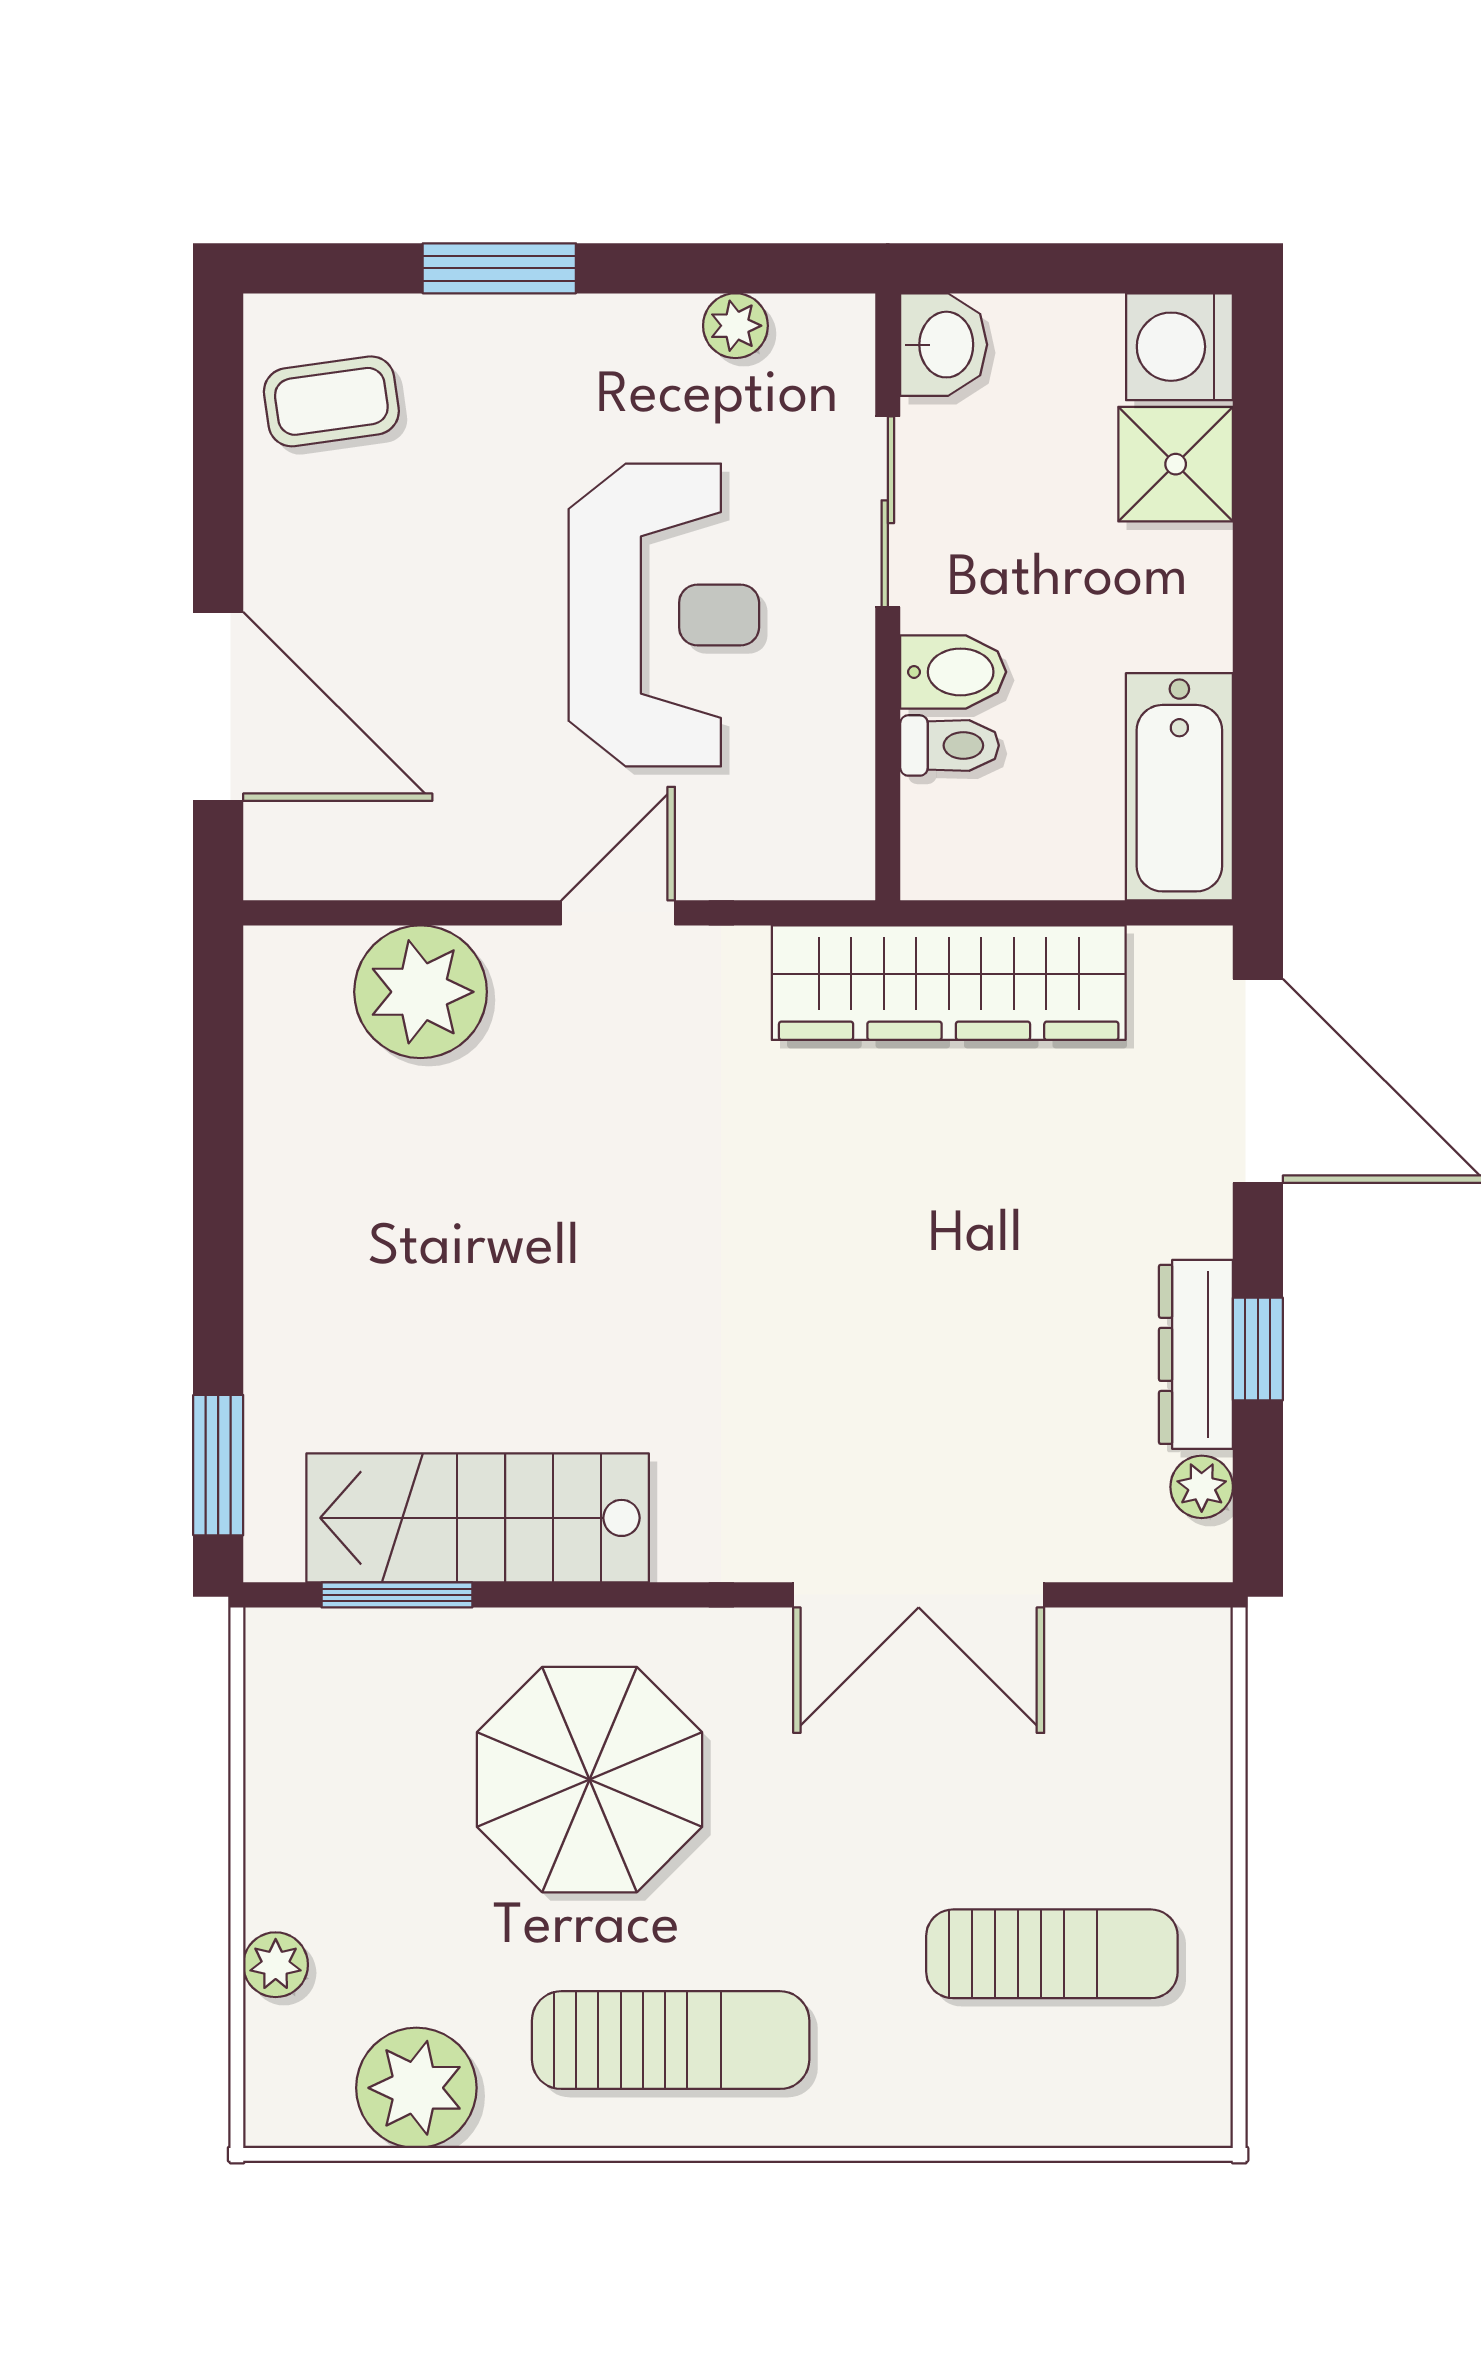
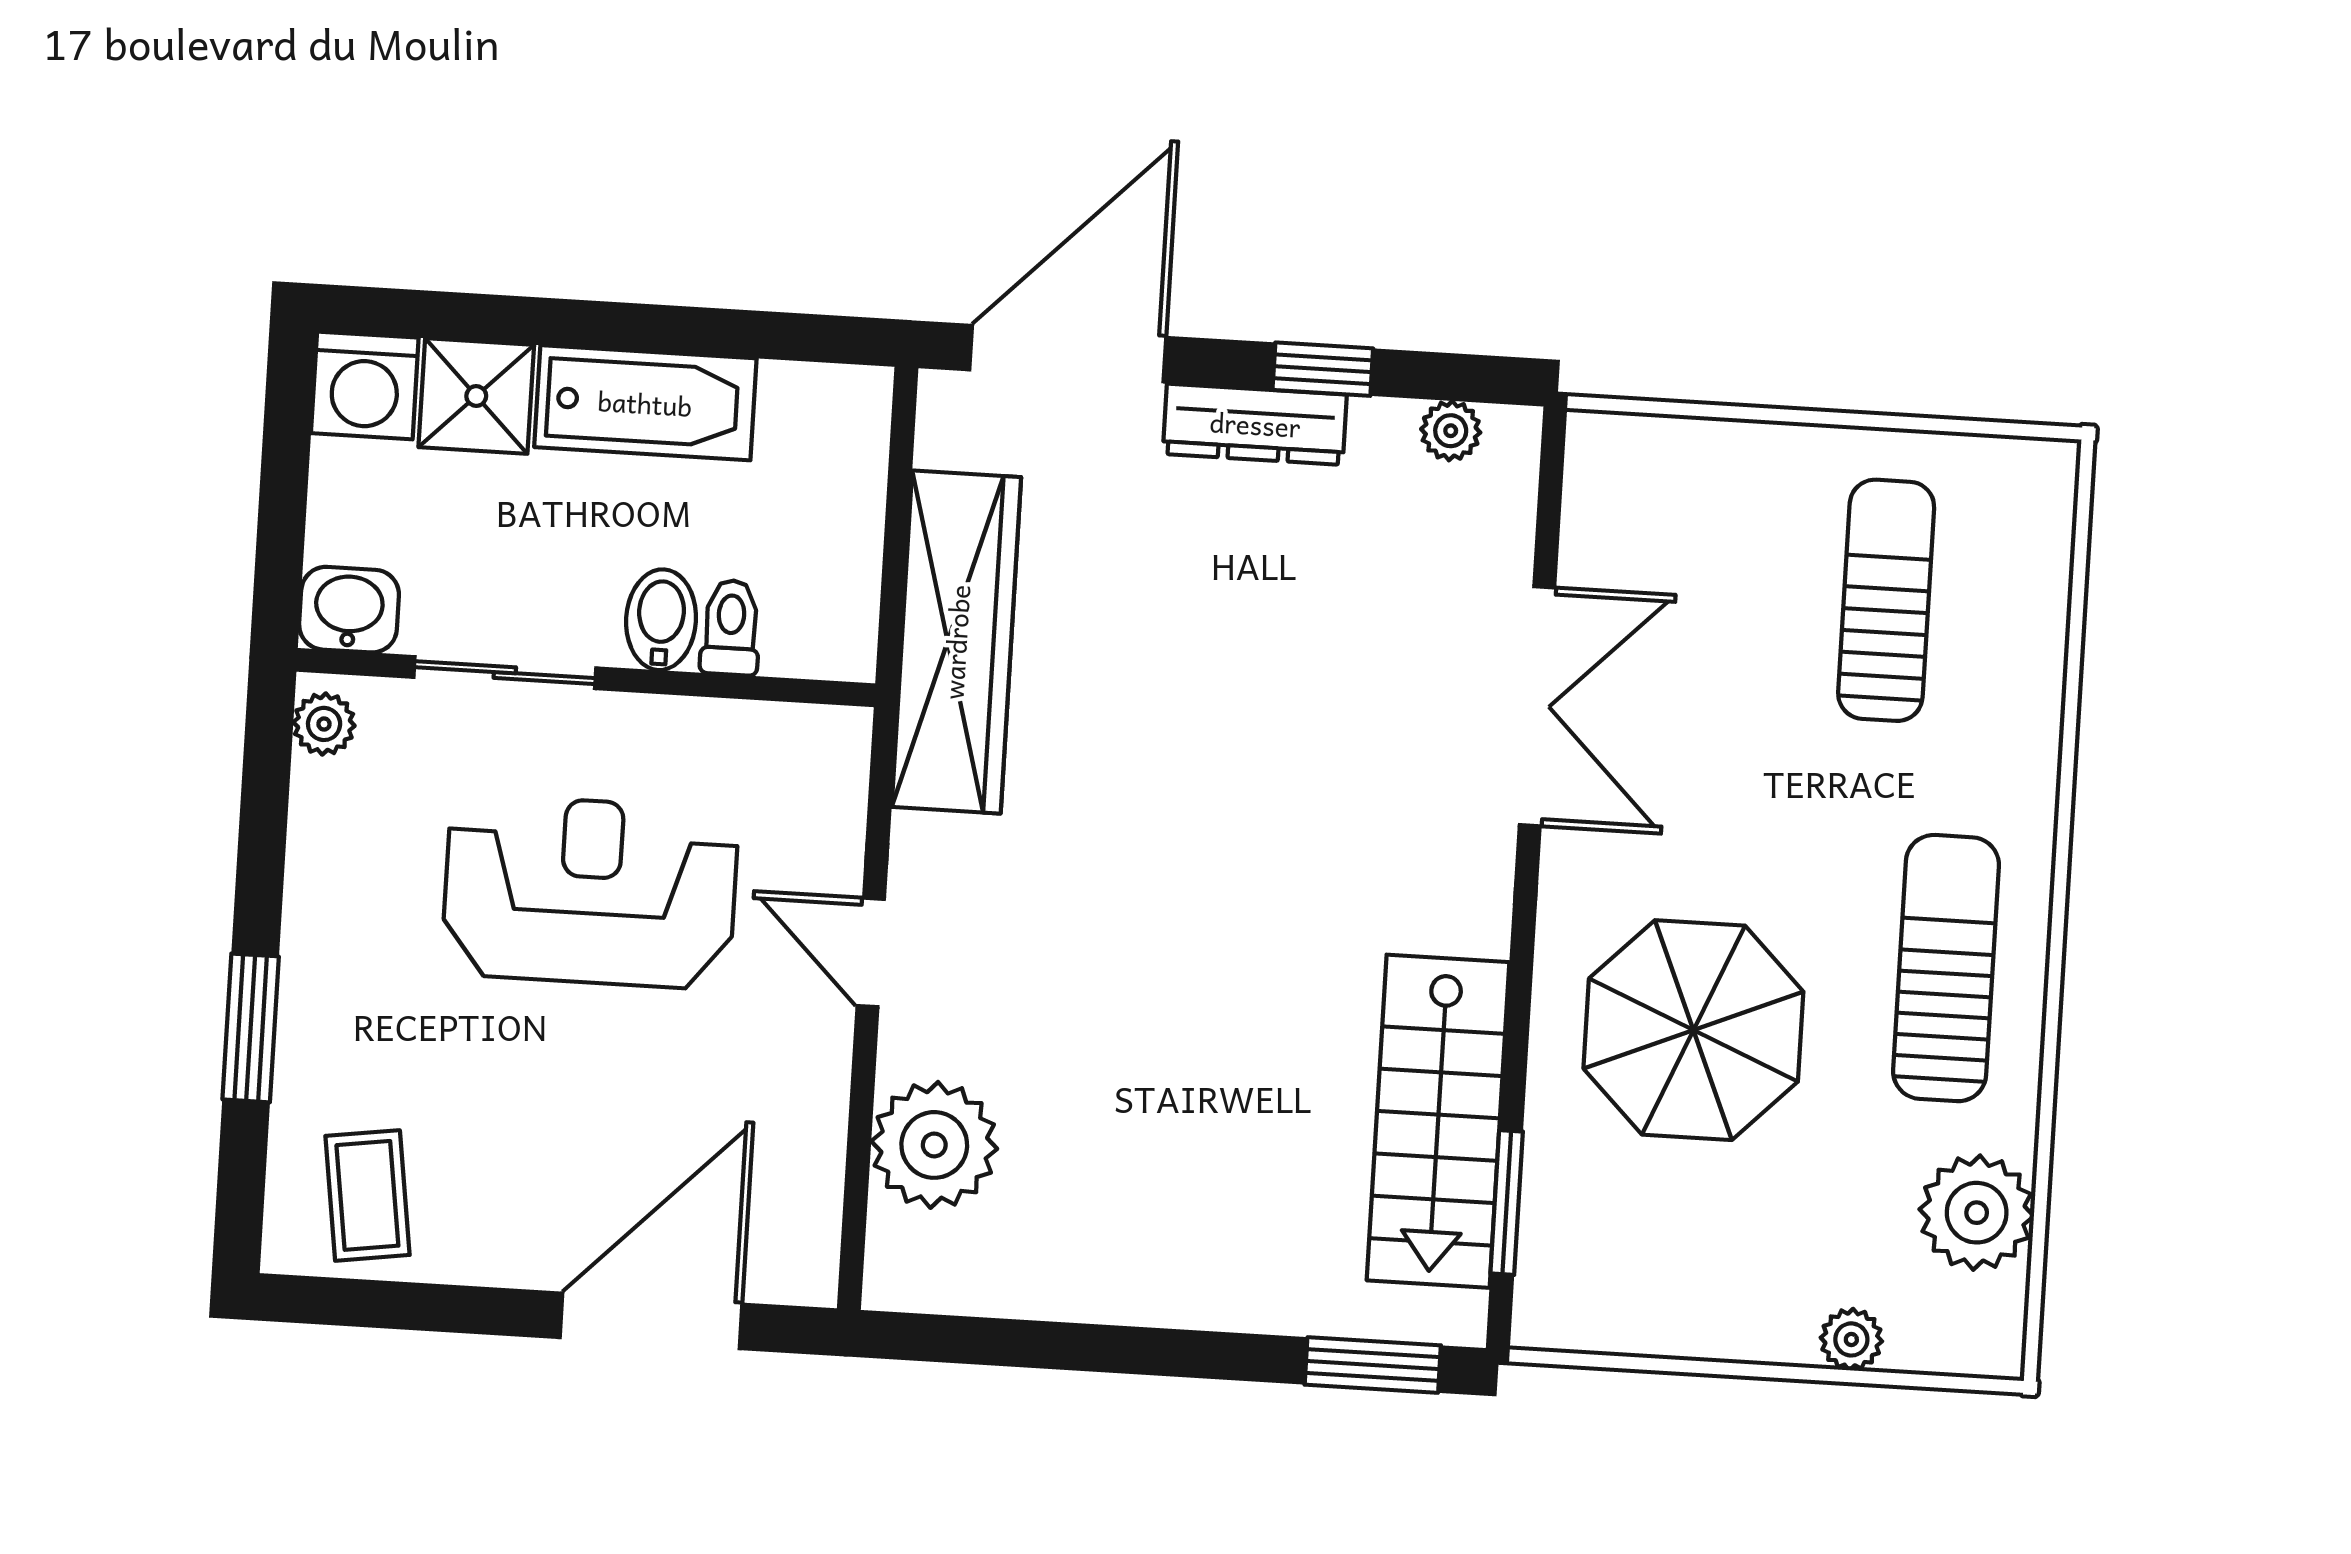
plant: (735, 326) -> (324, 724), moved
bathtub: (1179, 787) -> (645, 403), moved
dresser: (1196, 1354) -> (1255, 424), moved

